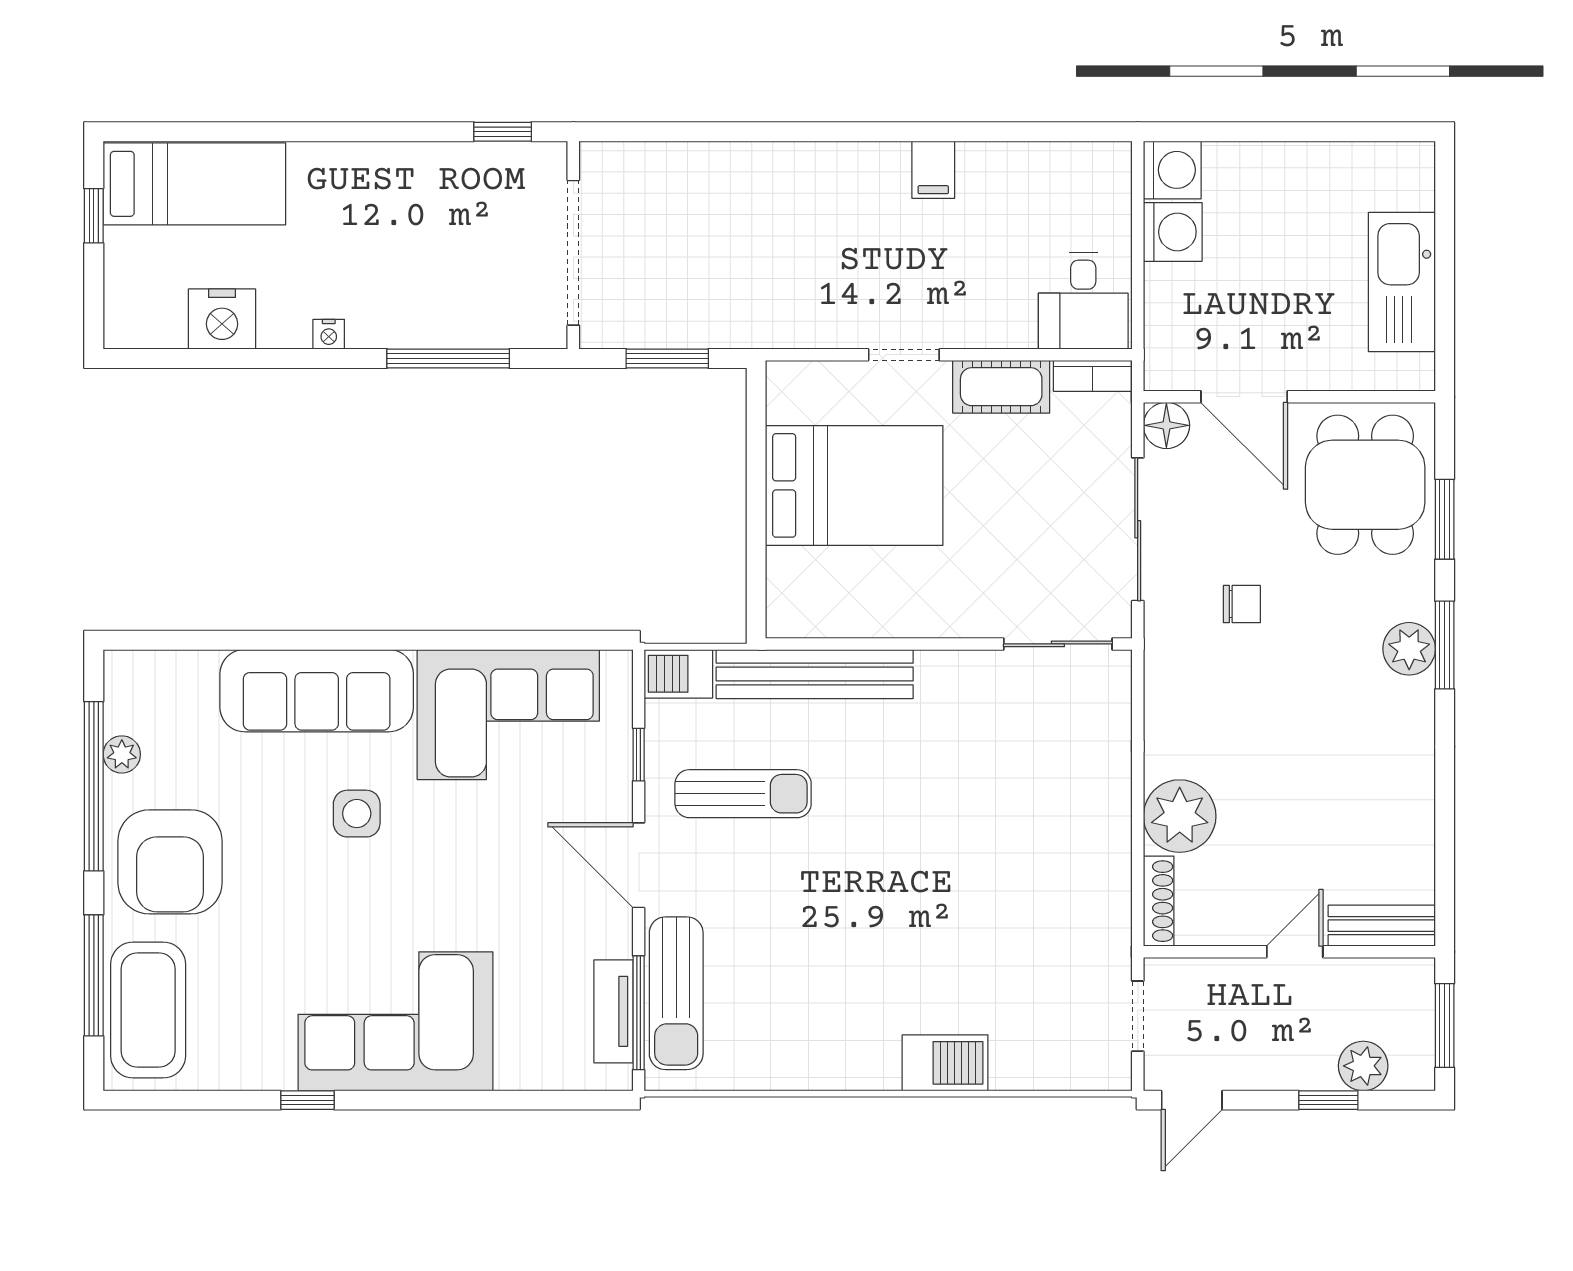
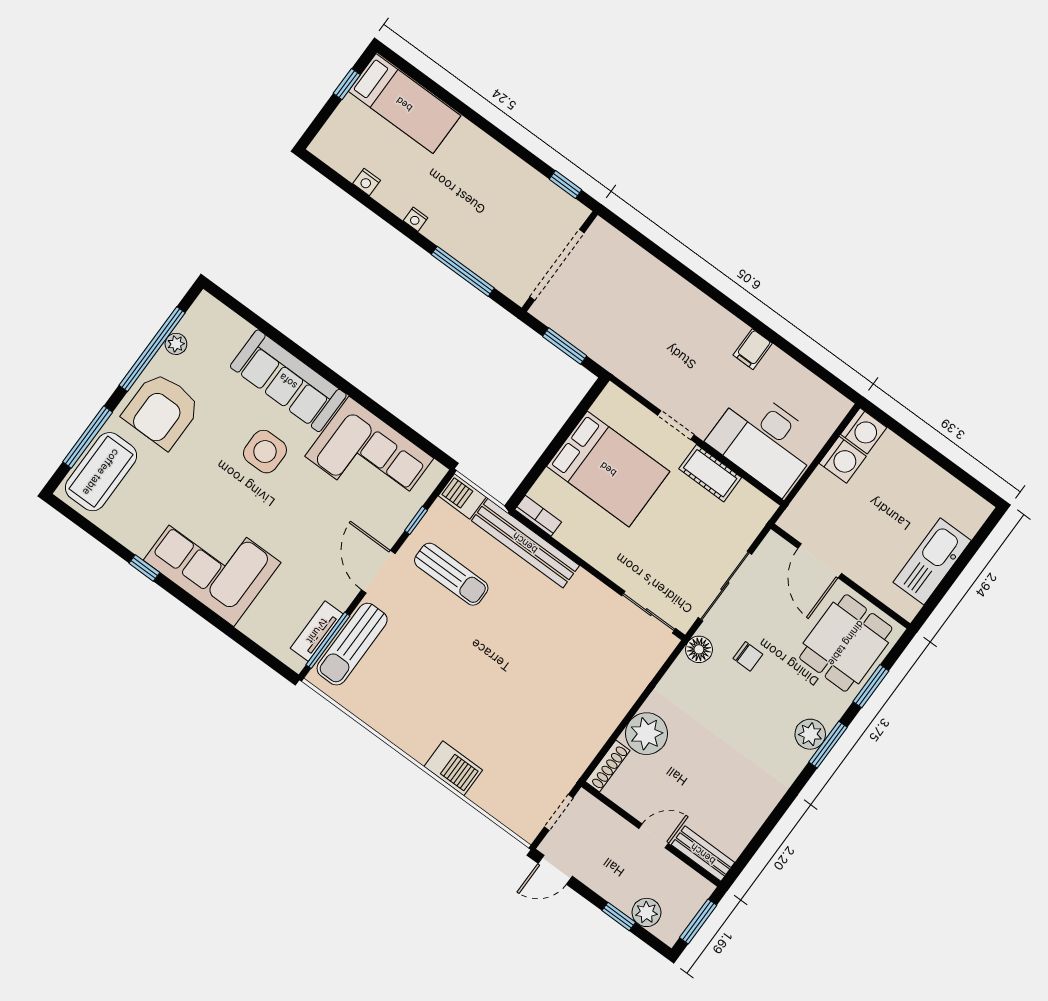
desk: (1083, 301) -> (764, 441), width x1.87, depth x1.30
nightstand: (222, 319) -> (367, 182), width x0.53, depth x0.56
bookcase: (1092, 376) -> (538, 516), moved, turned 180
floor lamp: (1166, 425) -> (699, 649), moved
side table: (357, 814) -> (265, 452), width x1.37, depth x1.37

